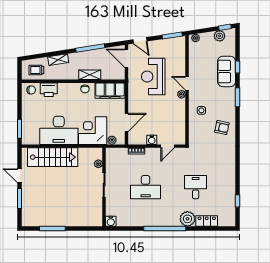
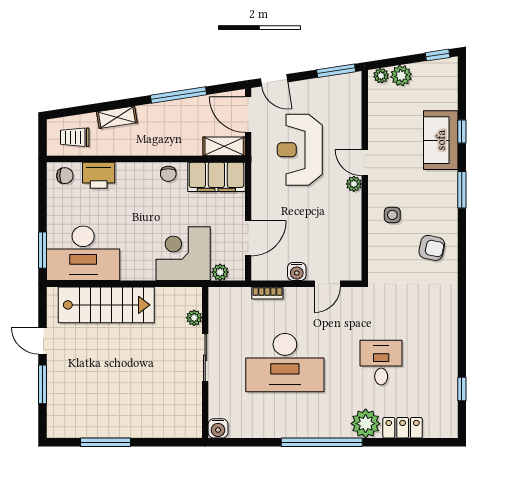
plant: (219, 36) -> (401, 76), moved
shelving: (90, 75) -> (224, 146), moved
desk: (59, 130) -> (83, 253), moved
desk: (146, 187) -> (285, 363), width x1.36, depth x1.30

